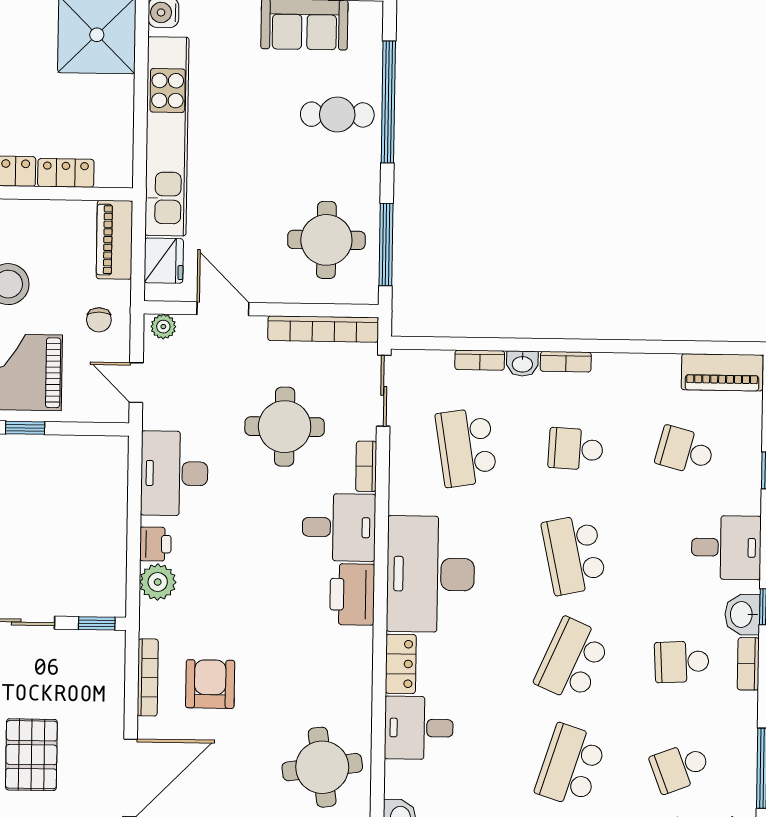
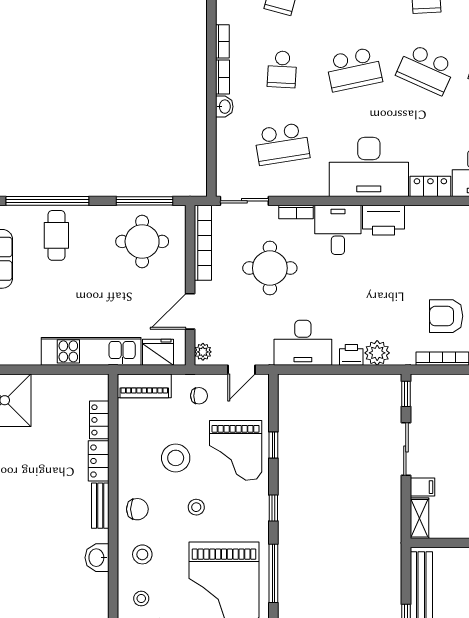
kitchen unit: (167, 136) -> (91, 351), width x0.73
bookcase: (480, 360) -> (222, 41), moved

